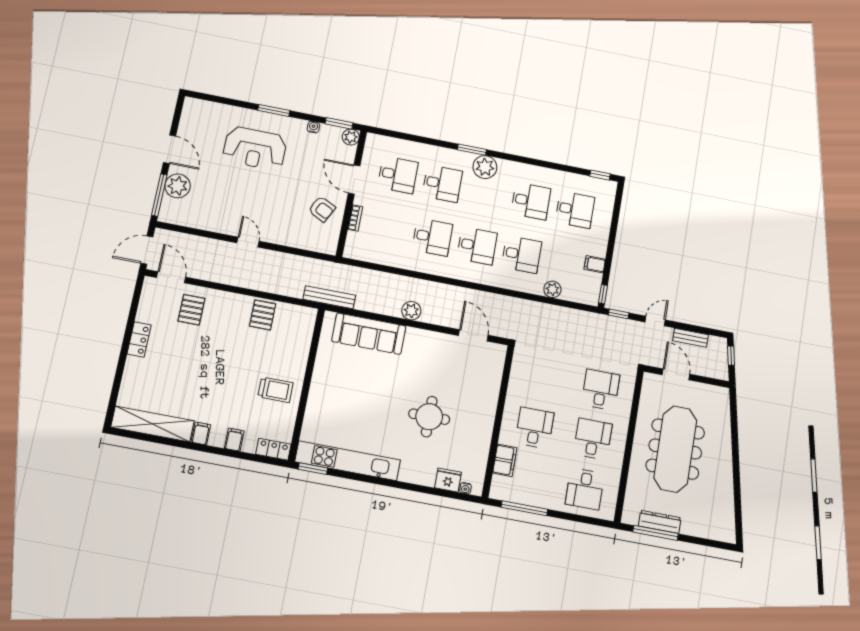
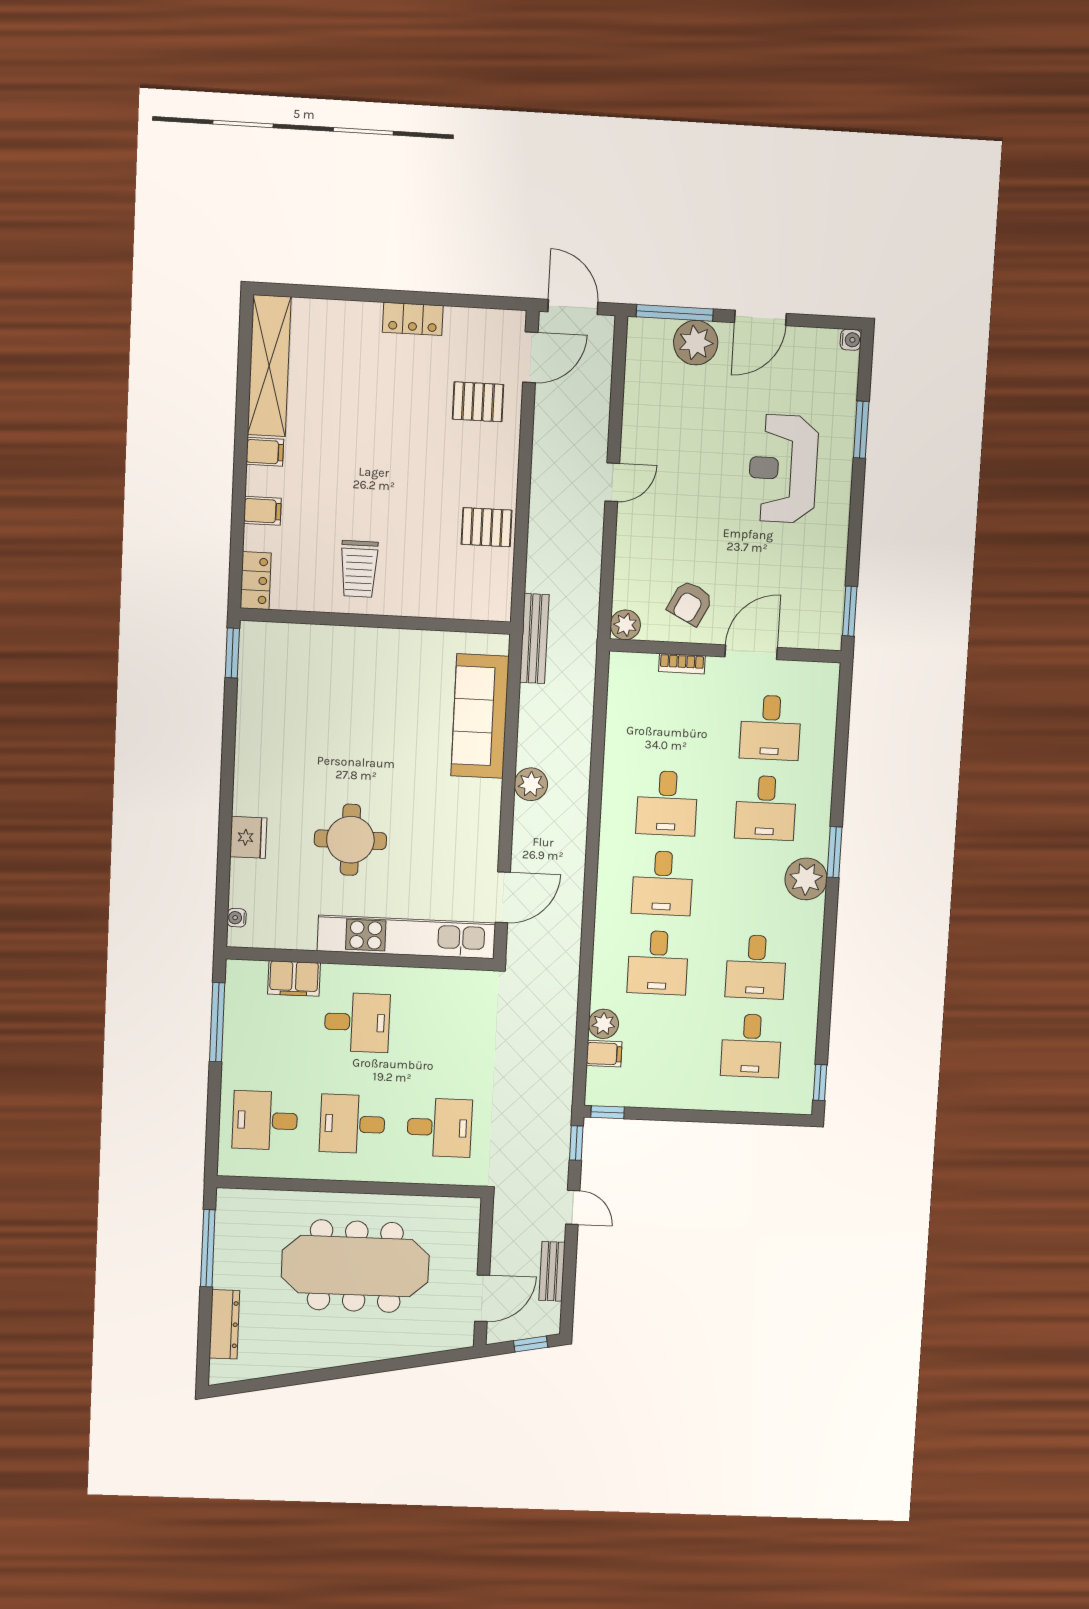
window: (274, 110) -> (861, 430), moved
water cooler: (313, 127) -> (851, 340), moved
plant: (351, 137) -> (625, 625), moved
filing cabinet: (595, 264) -> (604, 1054), moved, turned 90
door: (676, 374) -> (482, 1298), moved
desk: (593, 439) -> (352, 1124), turned 180
kitchen unit: (348, 461) -> (406, 937), moved, turned -90
fridge: (448, 480) -> (248, 837), moved
dresser: (660, 522) -> (224, 1324), moved

